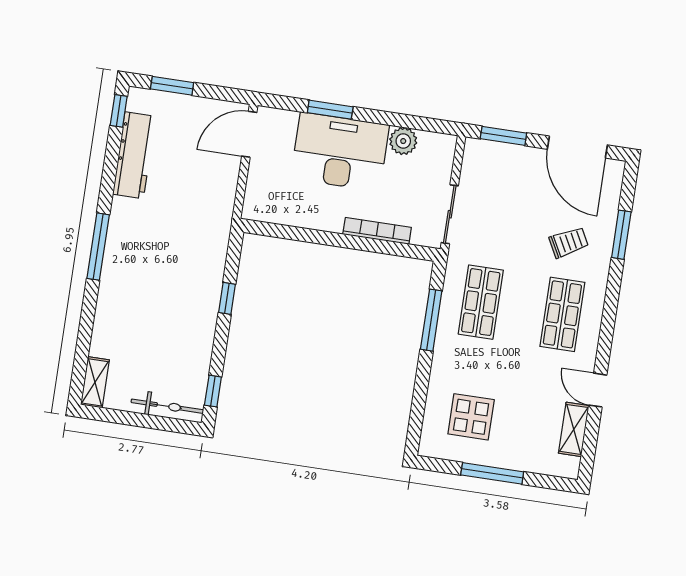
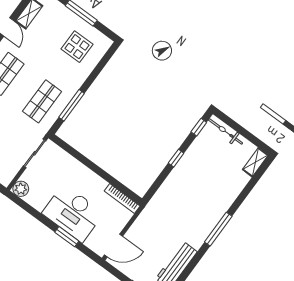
plant: (403, 141) -> (21, 189), moved
bookcase: (377, 231) -> (122, 199), moved
window: (227, 298) -> (176, 158), moved

